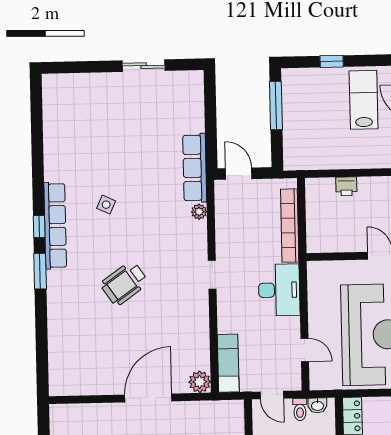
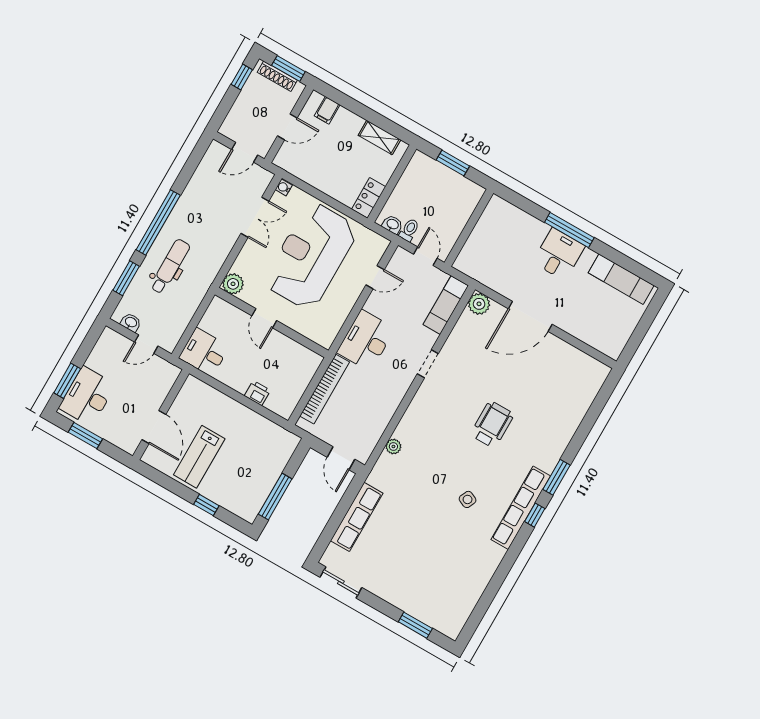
sliding door: (144, 66) -> (341, 582), moved
window: (85, 67) -> (415, 625), added
row of seats: (195, 168) -> (357, 517), moved
doorway: (212, 275) -> (428, 364), moved
wheelchair: (124, 283) -> (492, 424), turned -55
door: (305, 350) -> (375, 277), swing flipped

